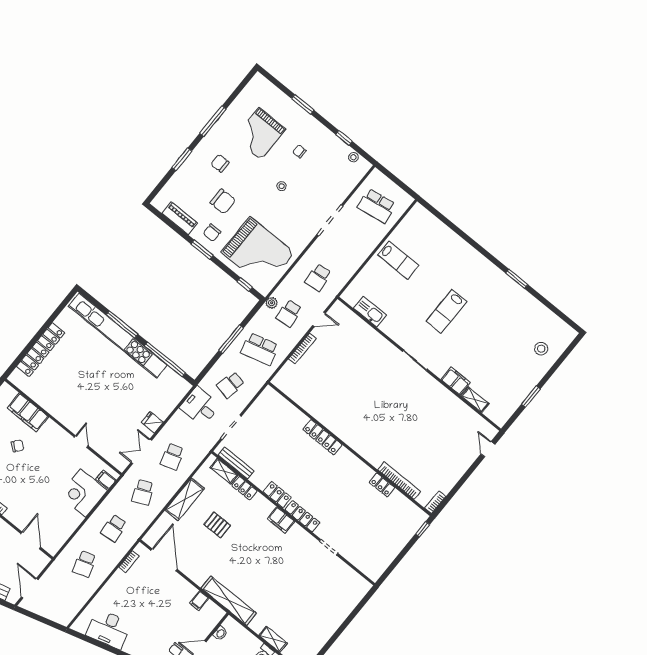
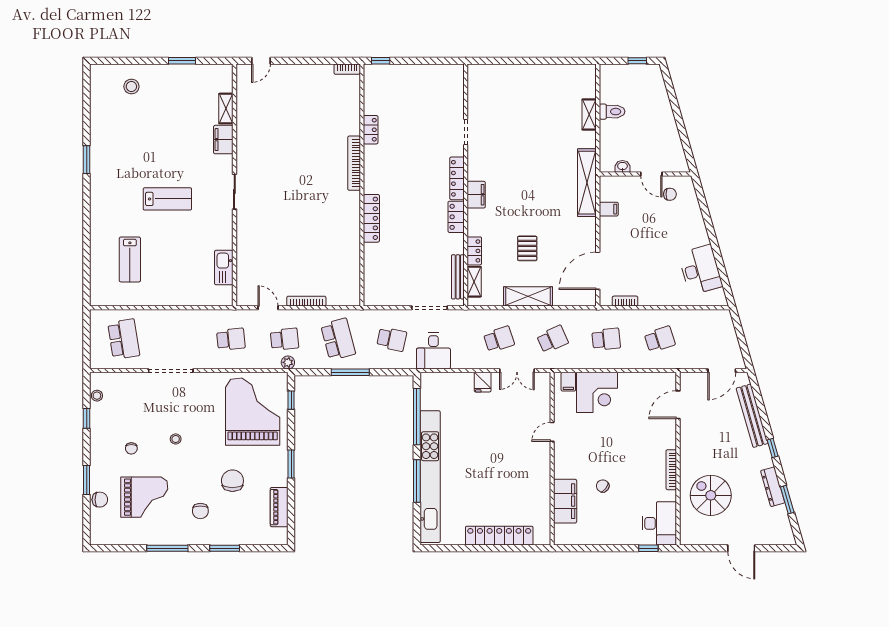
chair: (212, 233) -> (100, 500), moved
lab bench: (398, 260) -> (130, 259), moved, turned 180
bookcase: (399, 481) -> (354, 163), moved

